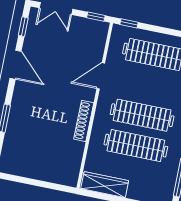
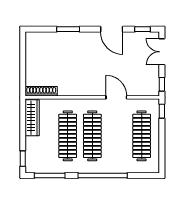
door: (15, 65) -> (112, 29), hinge flipped
shoe rack: (84, 121) -> (41, 91), moved

